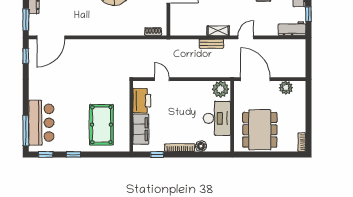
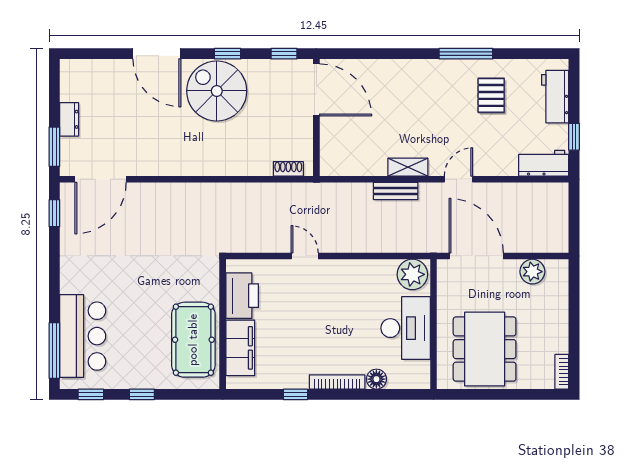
printer: (142, 101) -> (242, 296), moved
wall: (131, 116) -> (223, 324), moved
filing cabinet: (141, 129) -> (240, 348), moved

